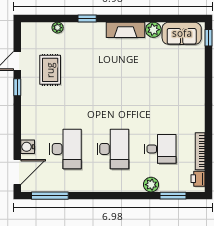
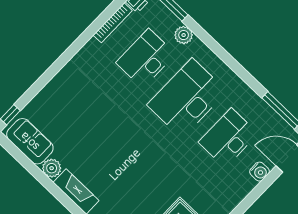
desk: (113, 149) -> (187, 98), width x1.36, depth x1.30
desk: (160, 149) -> (146, 58), width x1.37

